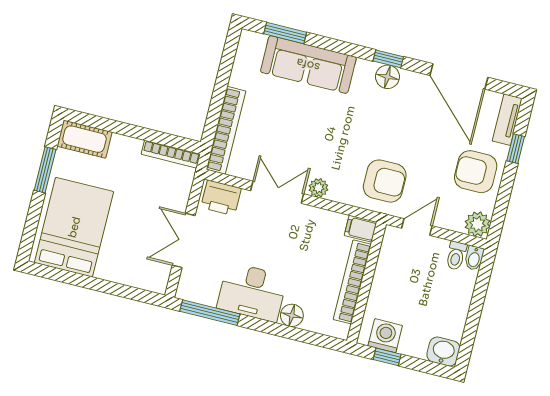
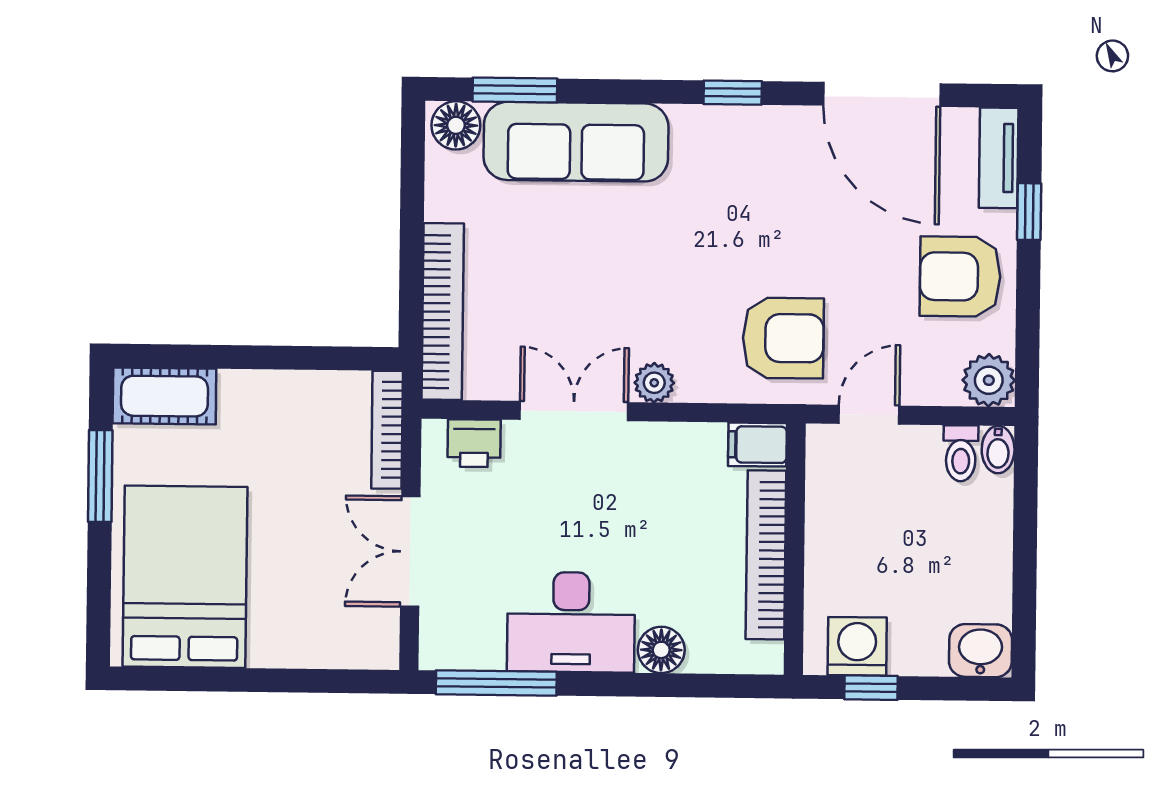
floor lamp: (387, 77) -> (456, 125), moved
bookcase: (171, 154) -> (387, 430), moved, turned 90
printer: (221, 198) -> (474, 443), width x0.73, depth x0.81

